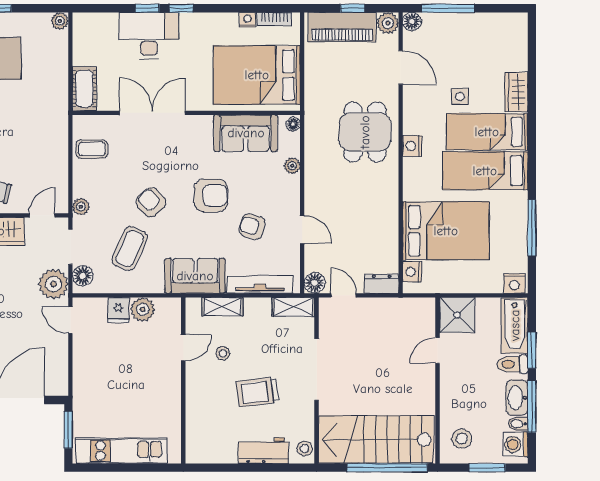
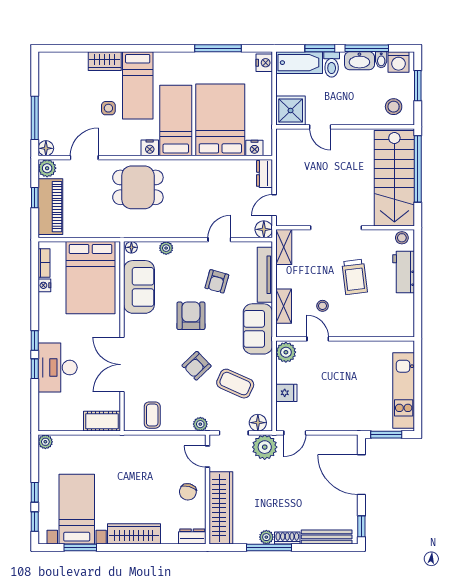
bed: (485, 171) -> (176, 121), moved, turned 180
plant: (143, 309) -> (286, 352), moved

